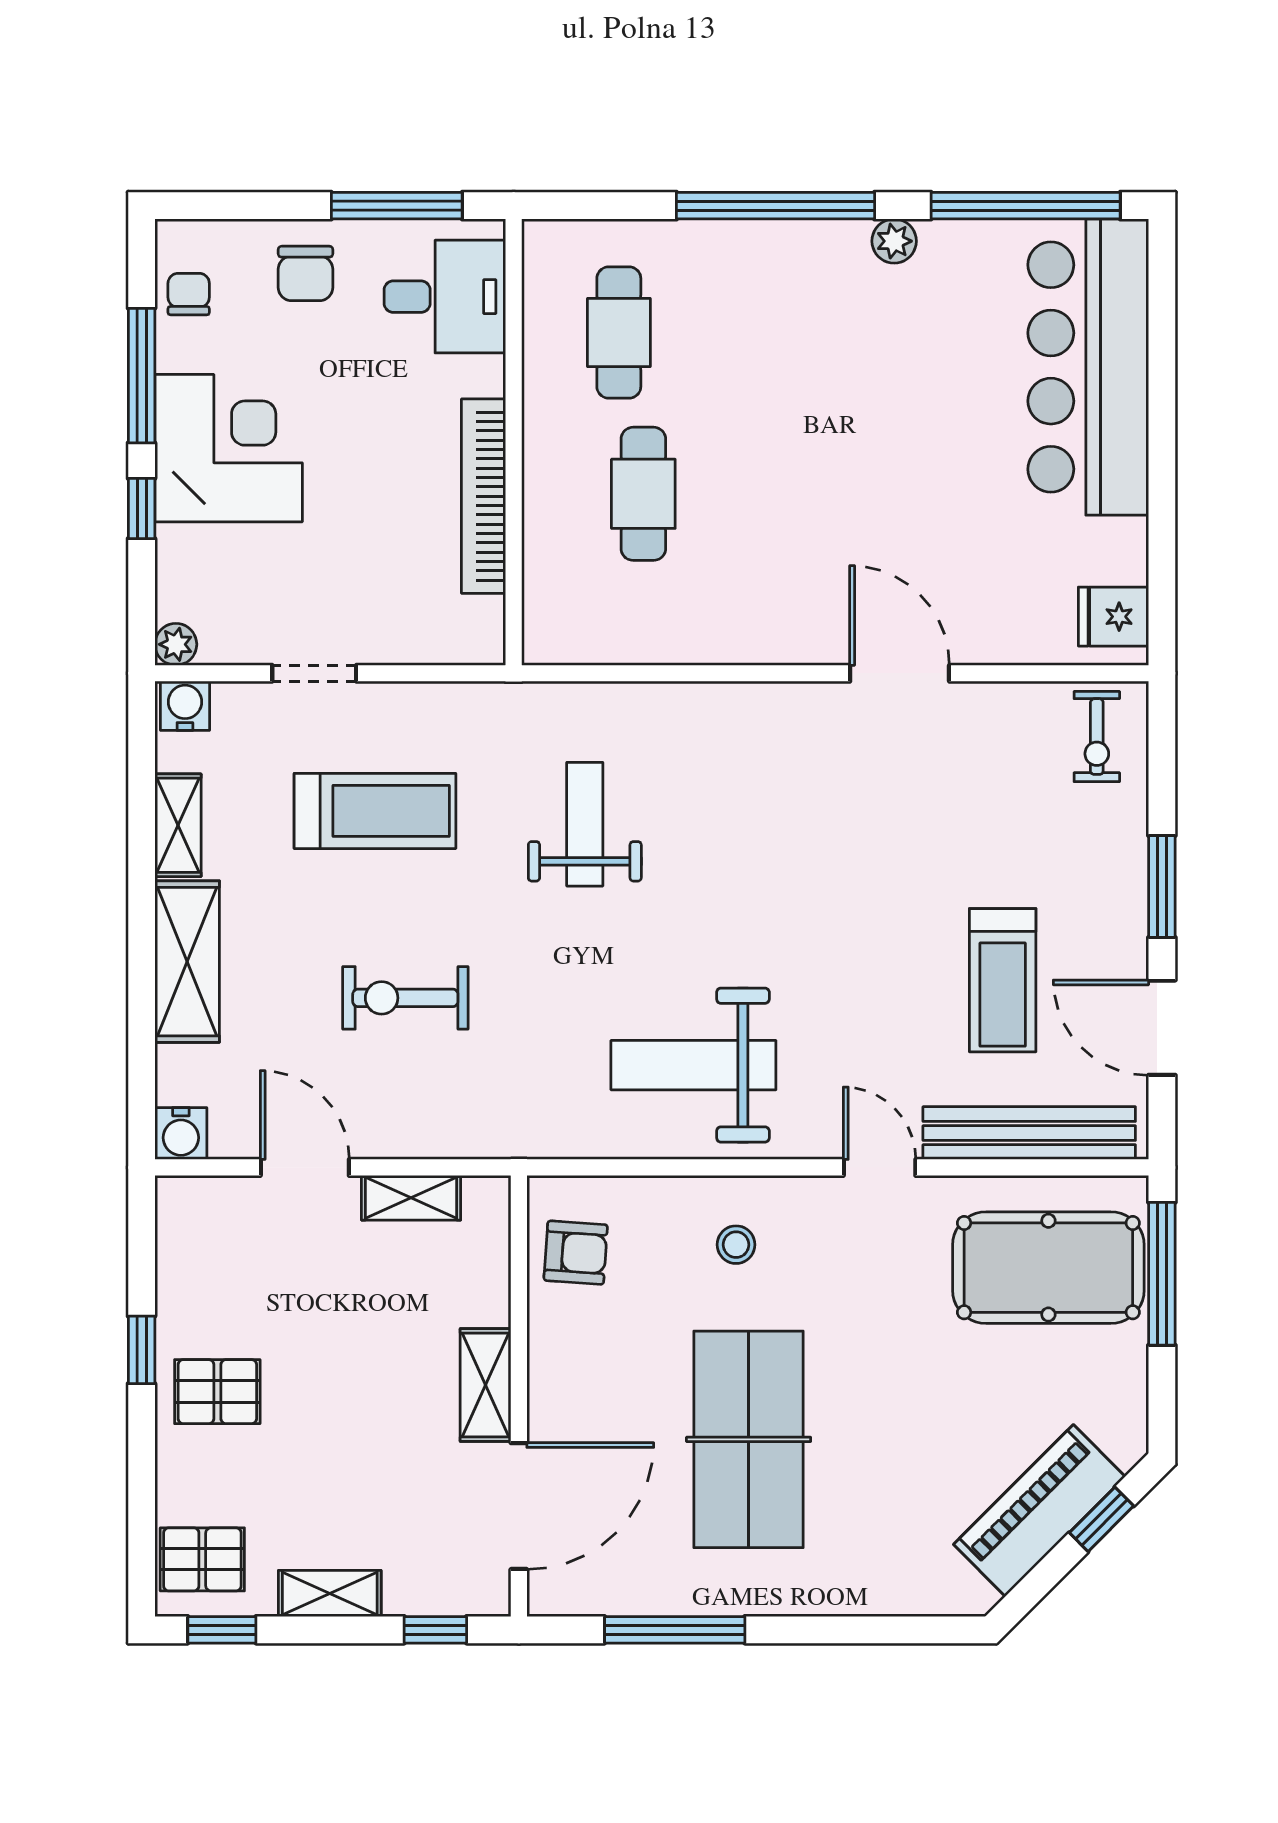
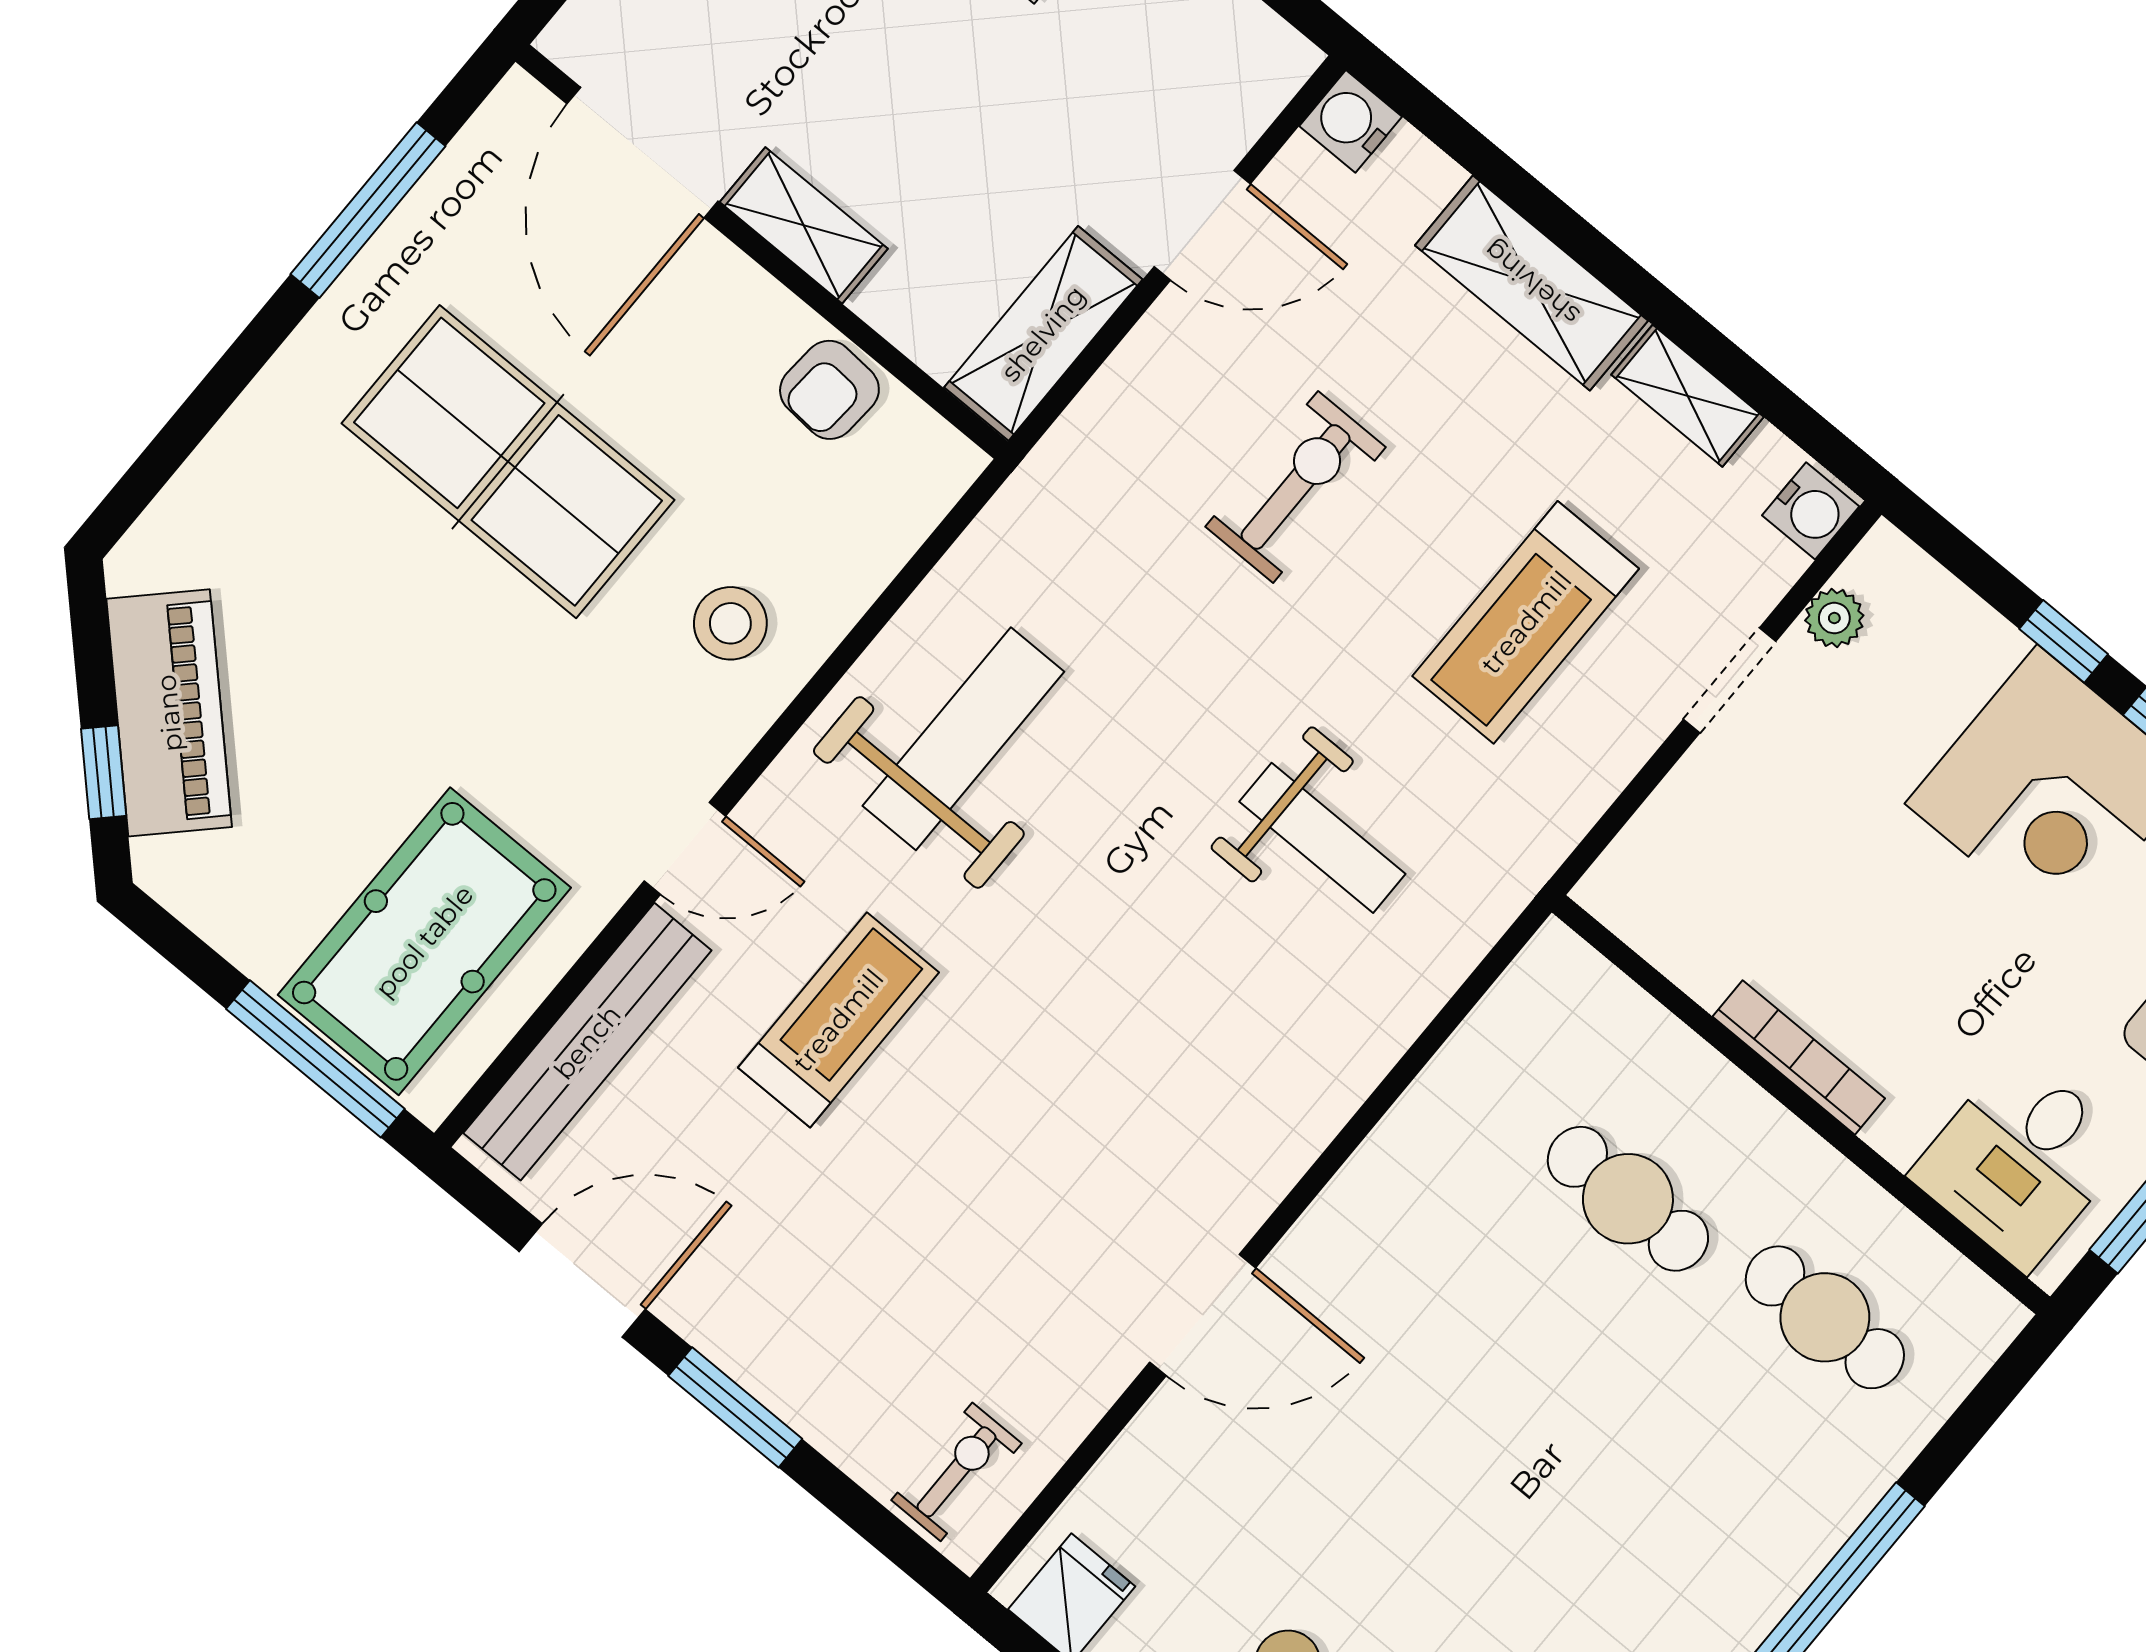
bookcase: (484, 496) -> (1799, 1057), width x0.68, depth x0.76
plant: (176, 644) -> (1834, 618), moved
exercise bike: (1097, 737) -> (956, 1472), turned 90
treadmill: (1003, 980) -> (838, 1020), moved, turned 90
shelving: (411, 1198) -> (1043, 333), width x1.50, depth x1.33
stool: (736, 1245) -> (730, 623), width x1.37, depth x1.37
armchair: (576, 1253) -> (829, 390), moved

